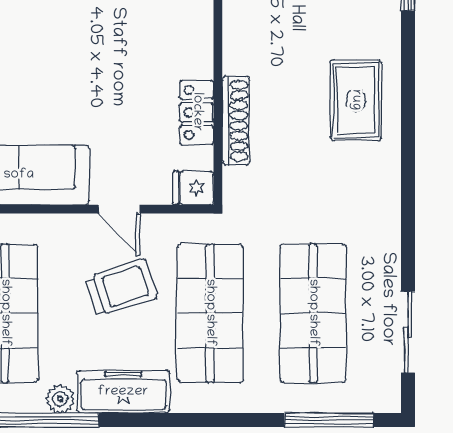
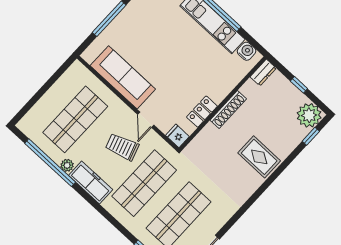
rug: (356, 100) -> (259, 157), turned 90
shoe rack: (236, 121) -> (228, 109), moved
trolley: (121, 288) -> (122, 147), turned 180

